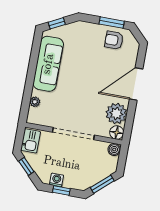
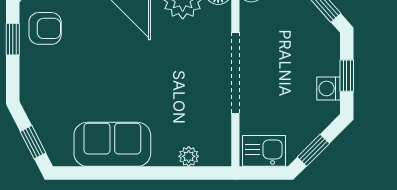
window: (112, 23) -> (13, 39), width x0.67
armchair: (114, 40) -> (45, 28), turned -90
sofa: (48, 64) -> (112, 144), width x0.73

